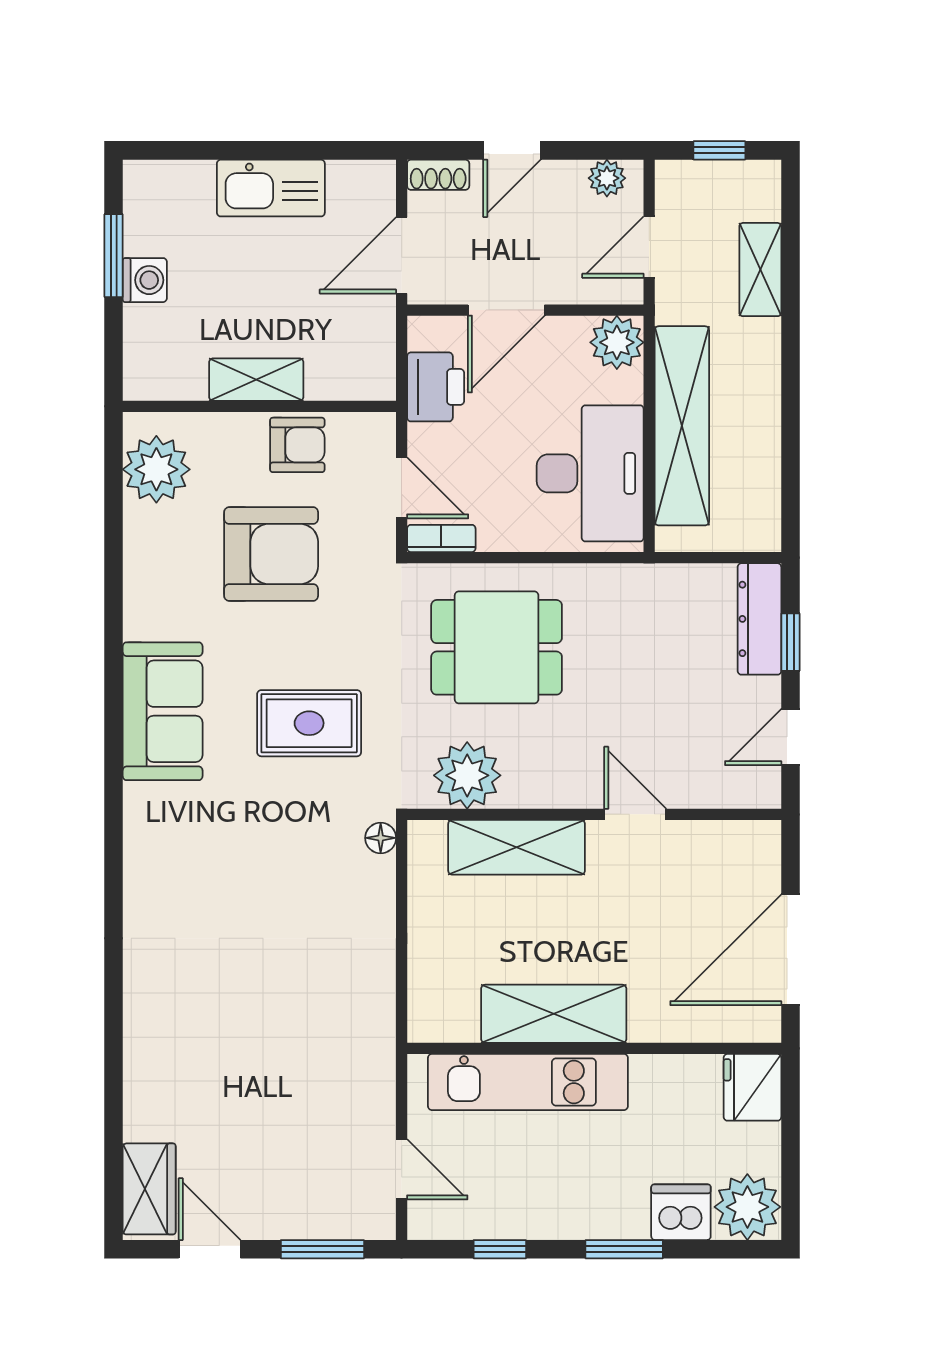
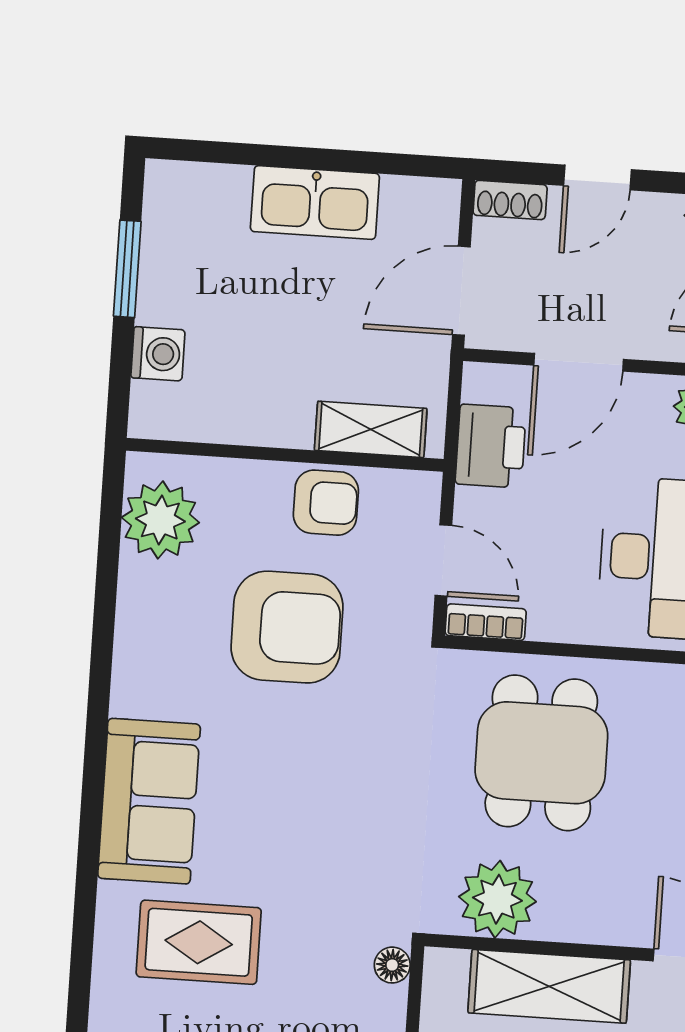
washing machine: (145, 280) -> (158, 354), moved
shelving: (256, 380) -> (371, 429), moved
dining table: (497, 647) -> (541, 753), turned 90
rug: (309, 723) -> (199, 942), moved

